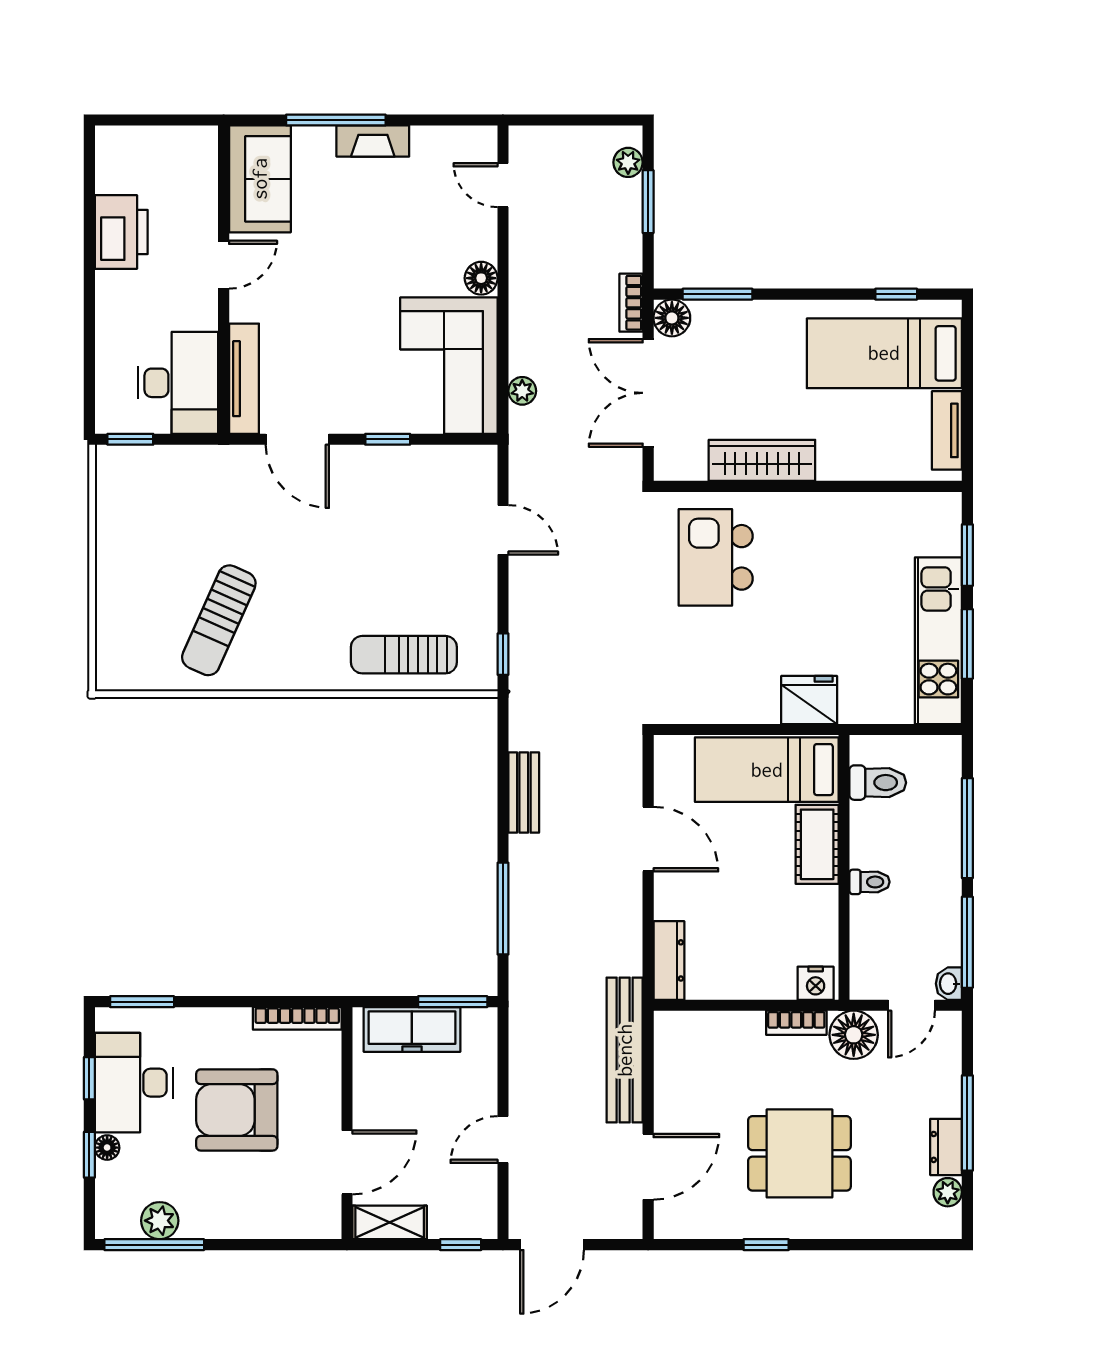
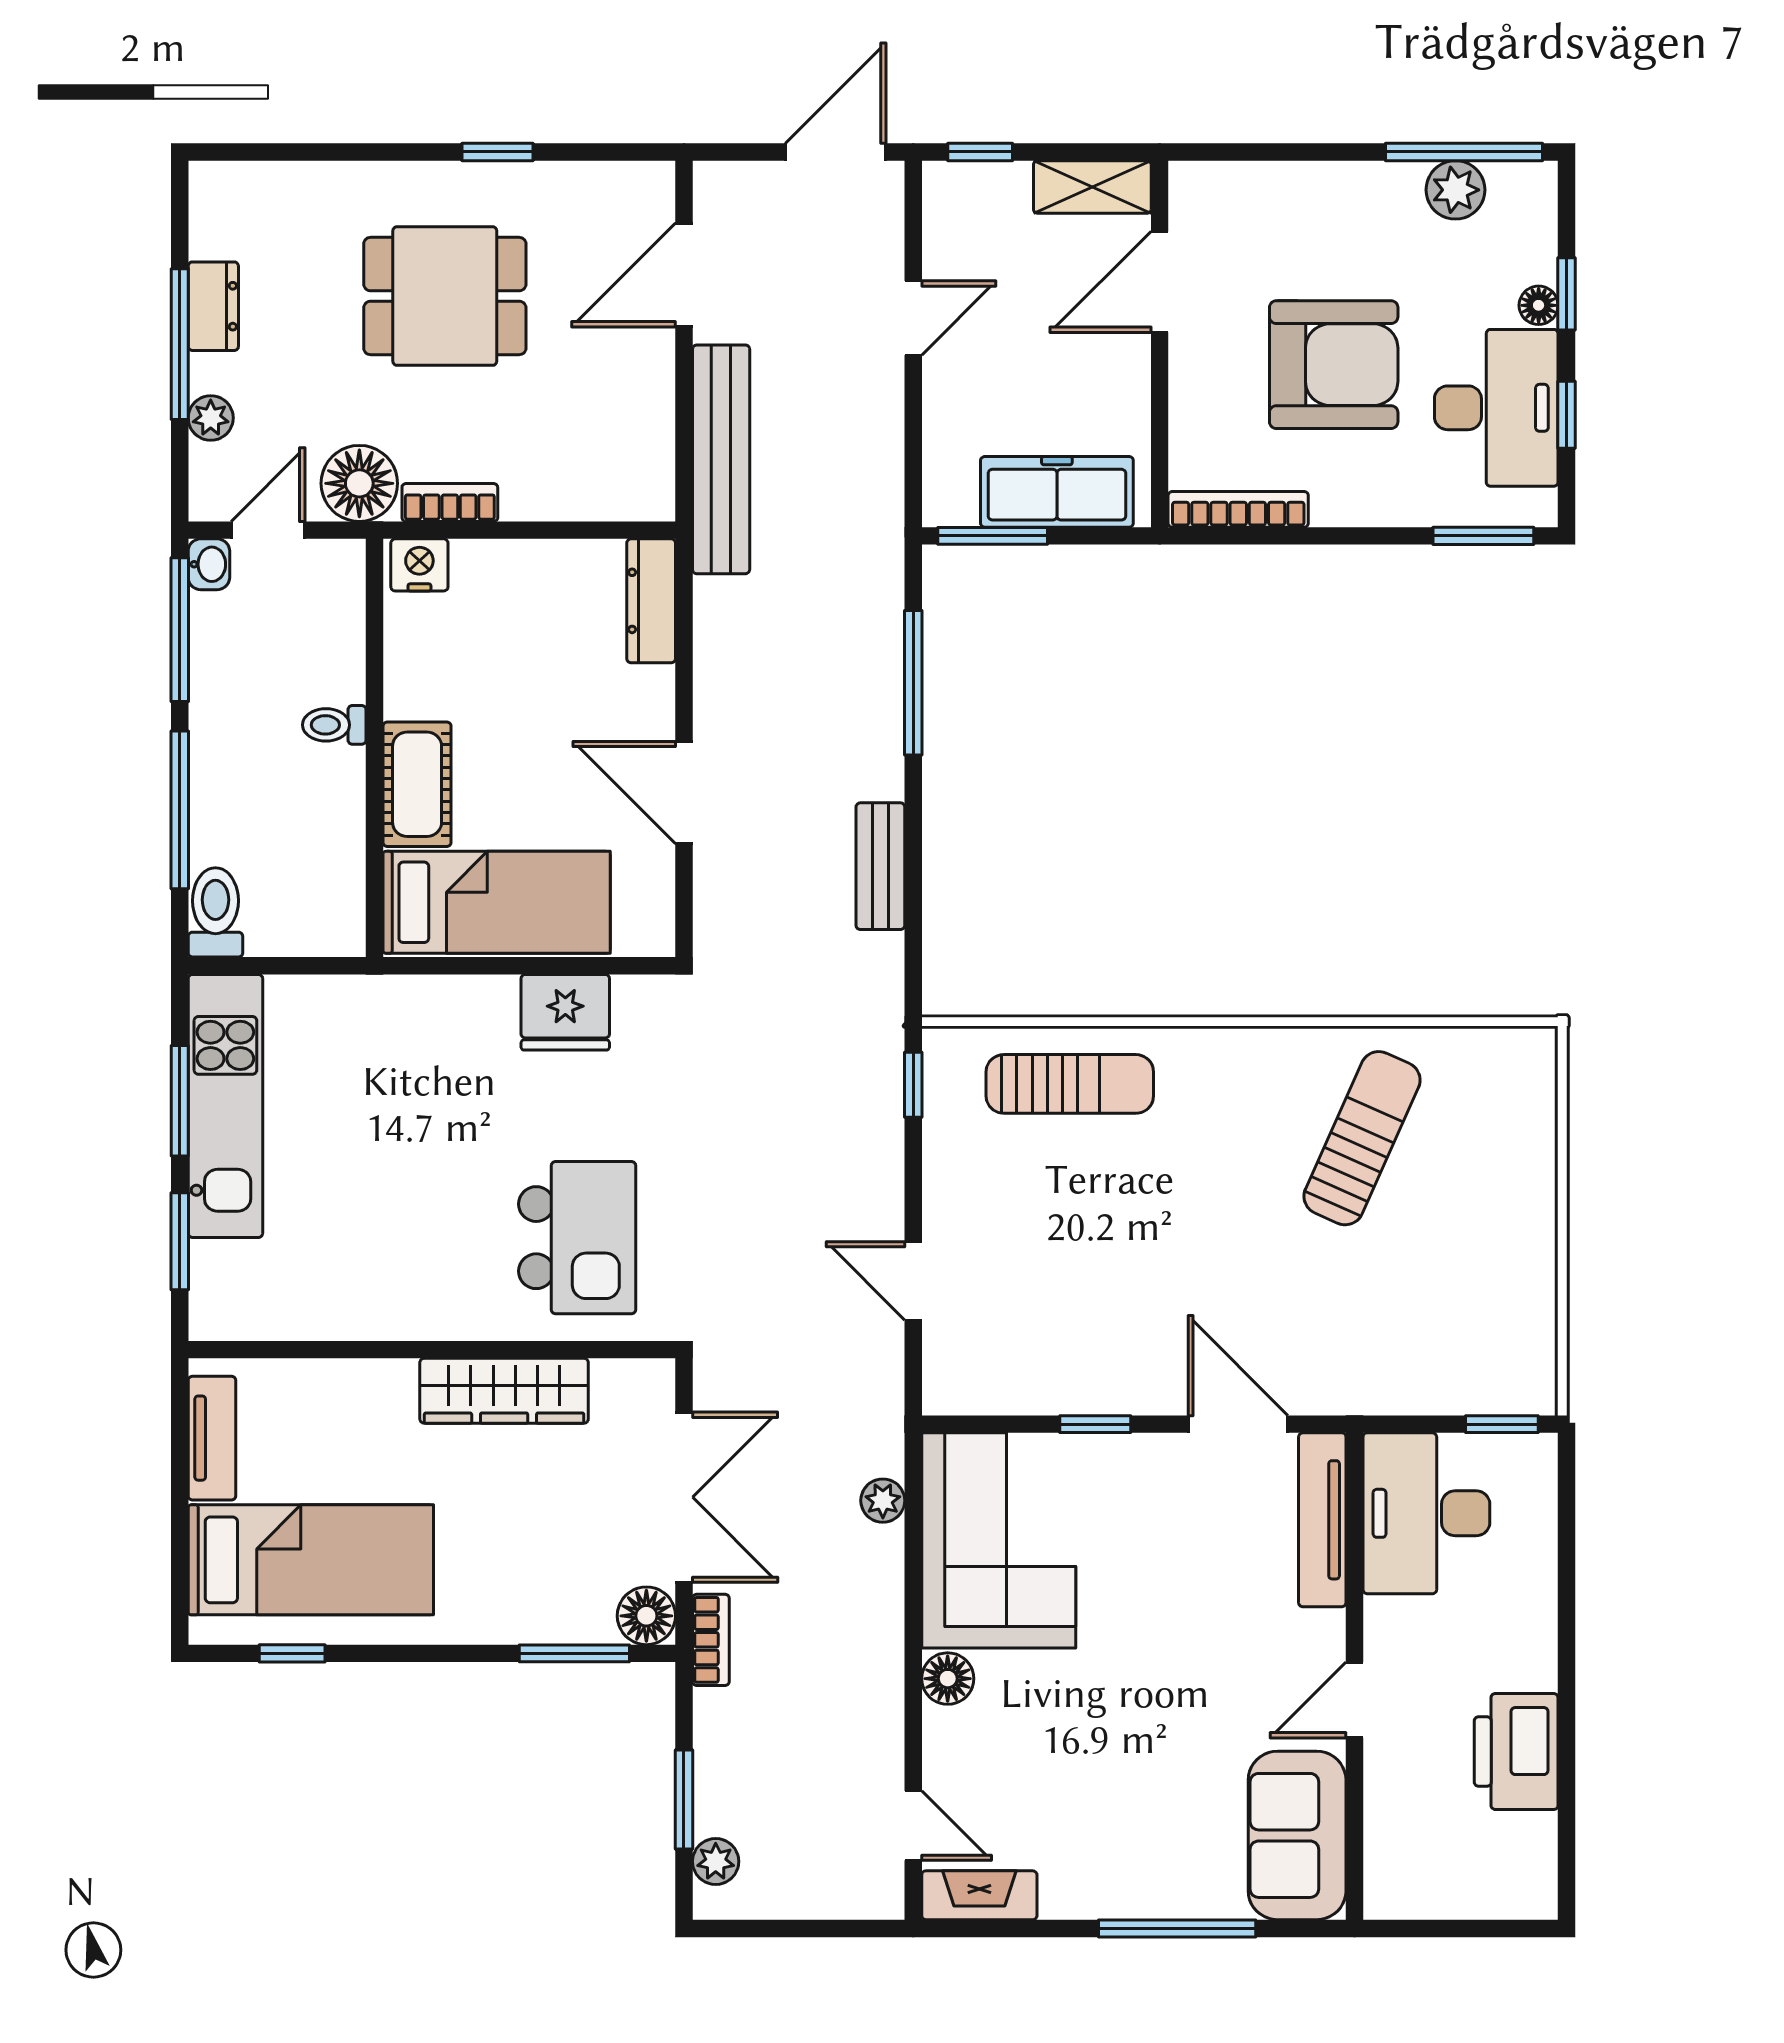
fireplace: (373, 141) -> (979, 1895), moved
fridge: (809, 700) -> (565, 1012), moved
toilet: (878, 783) -> (215, 912), moved, turned 90
plant: (948, 1192) -> (211, 418), moved

